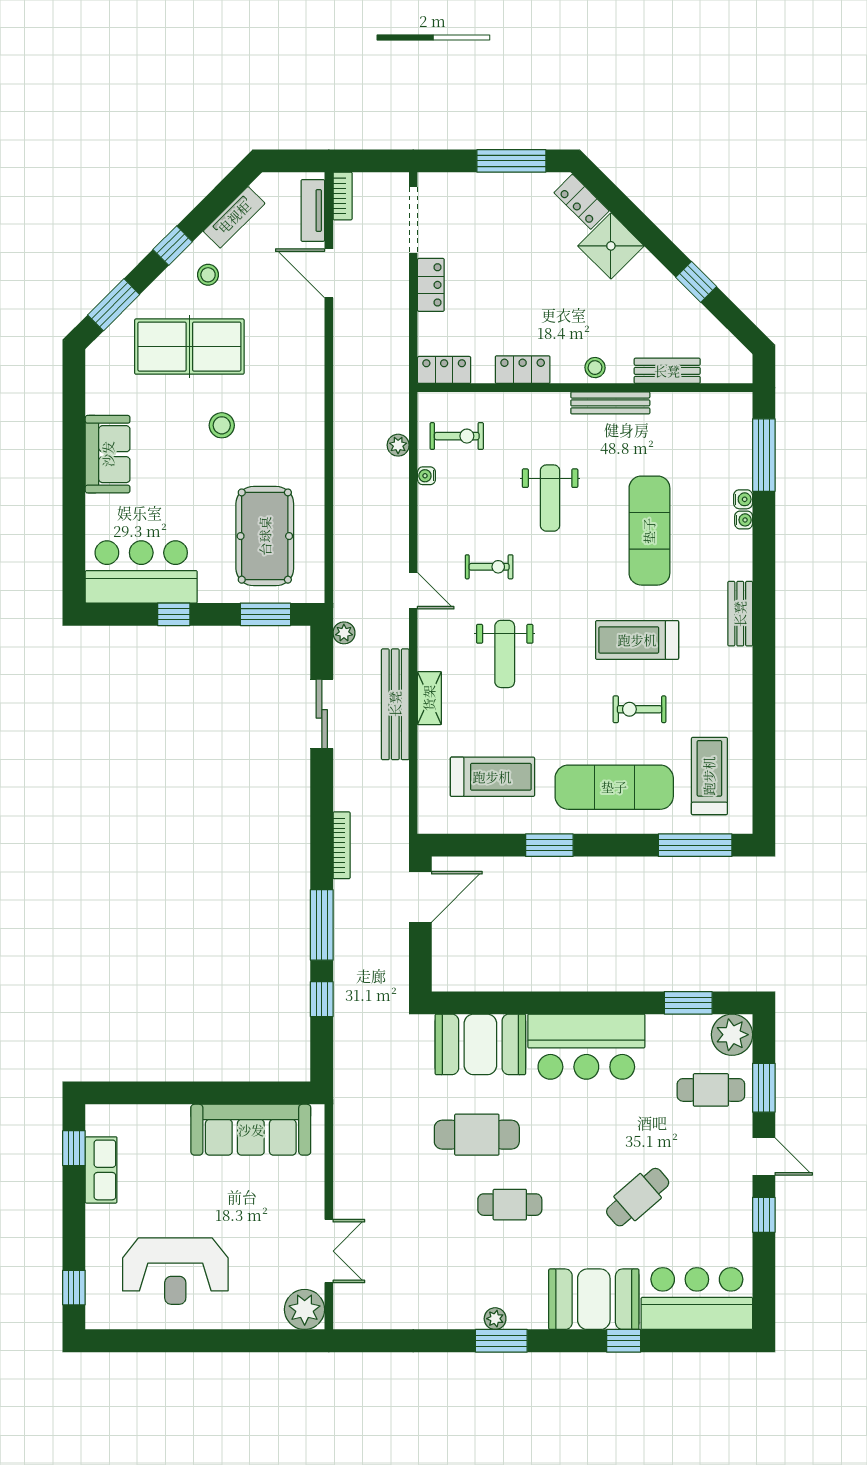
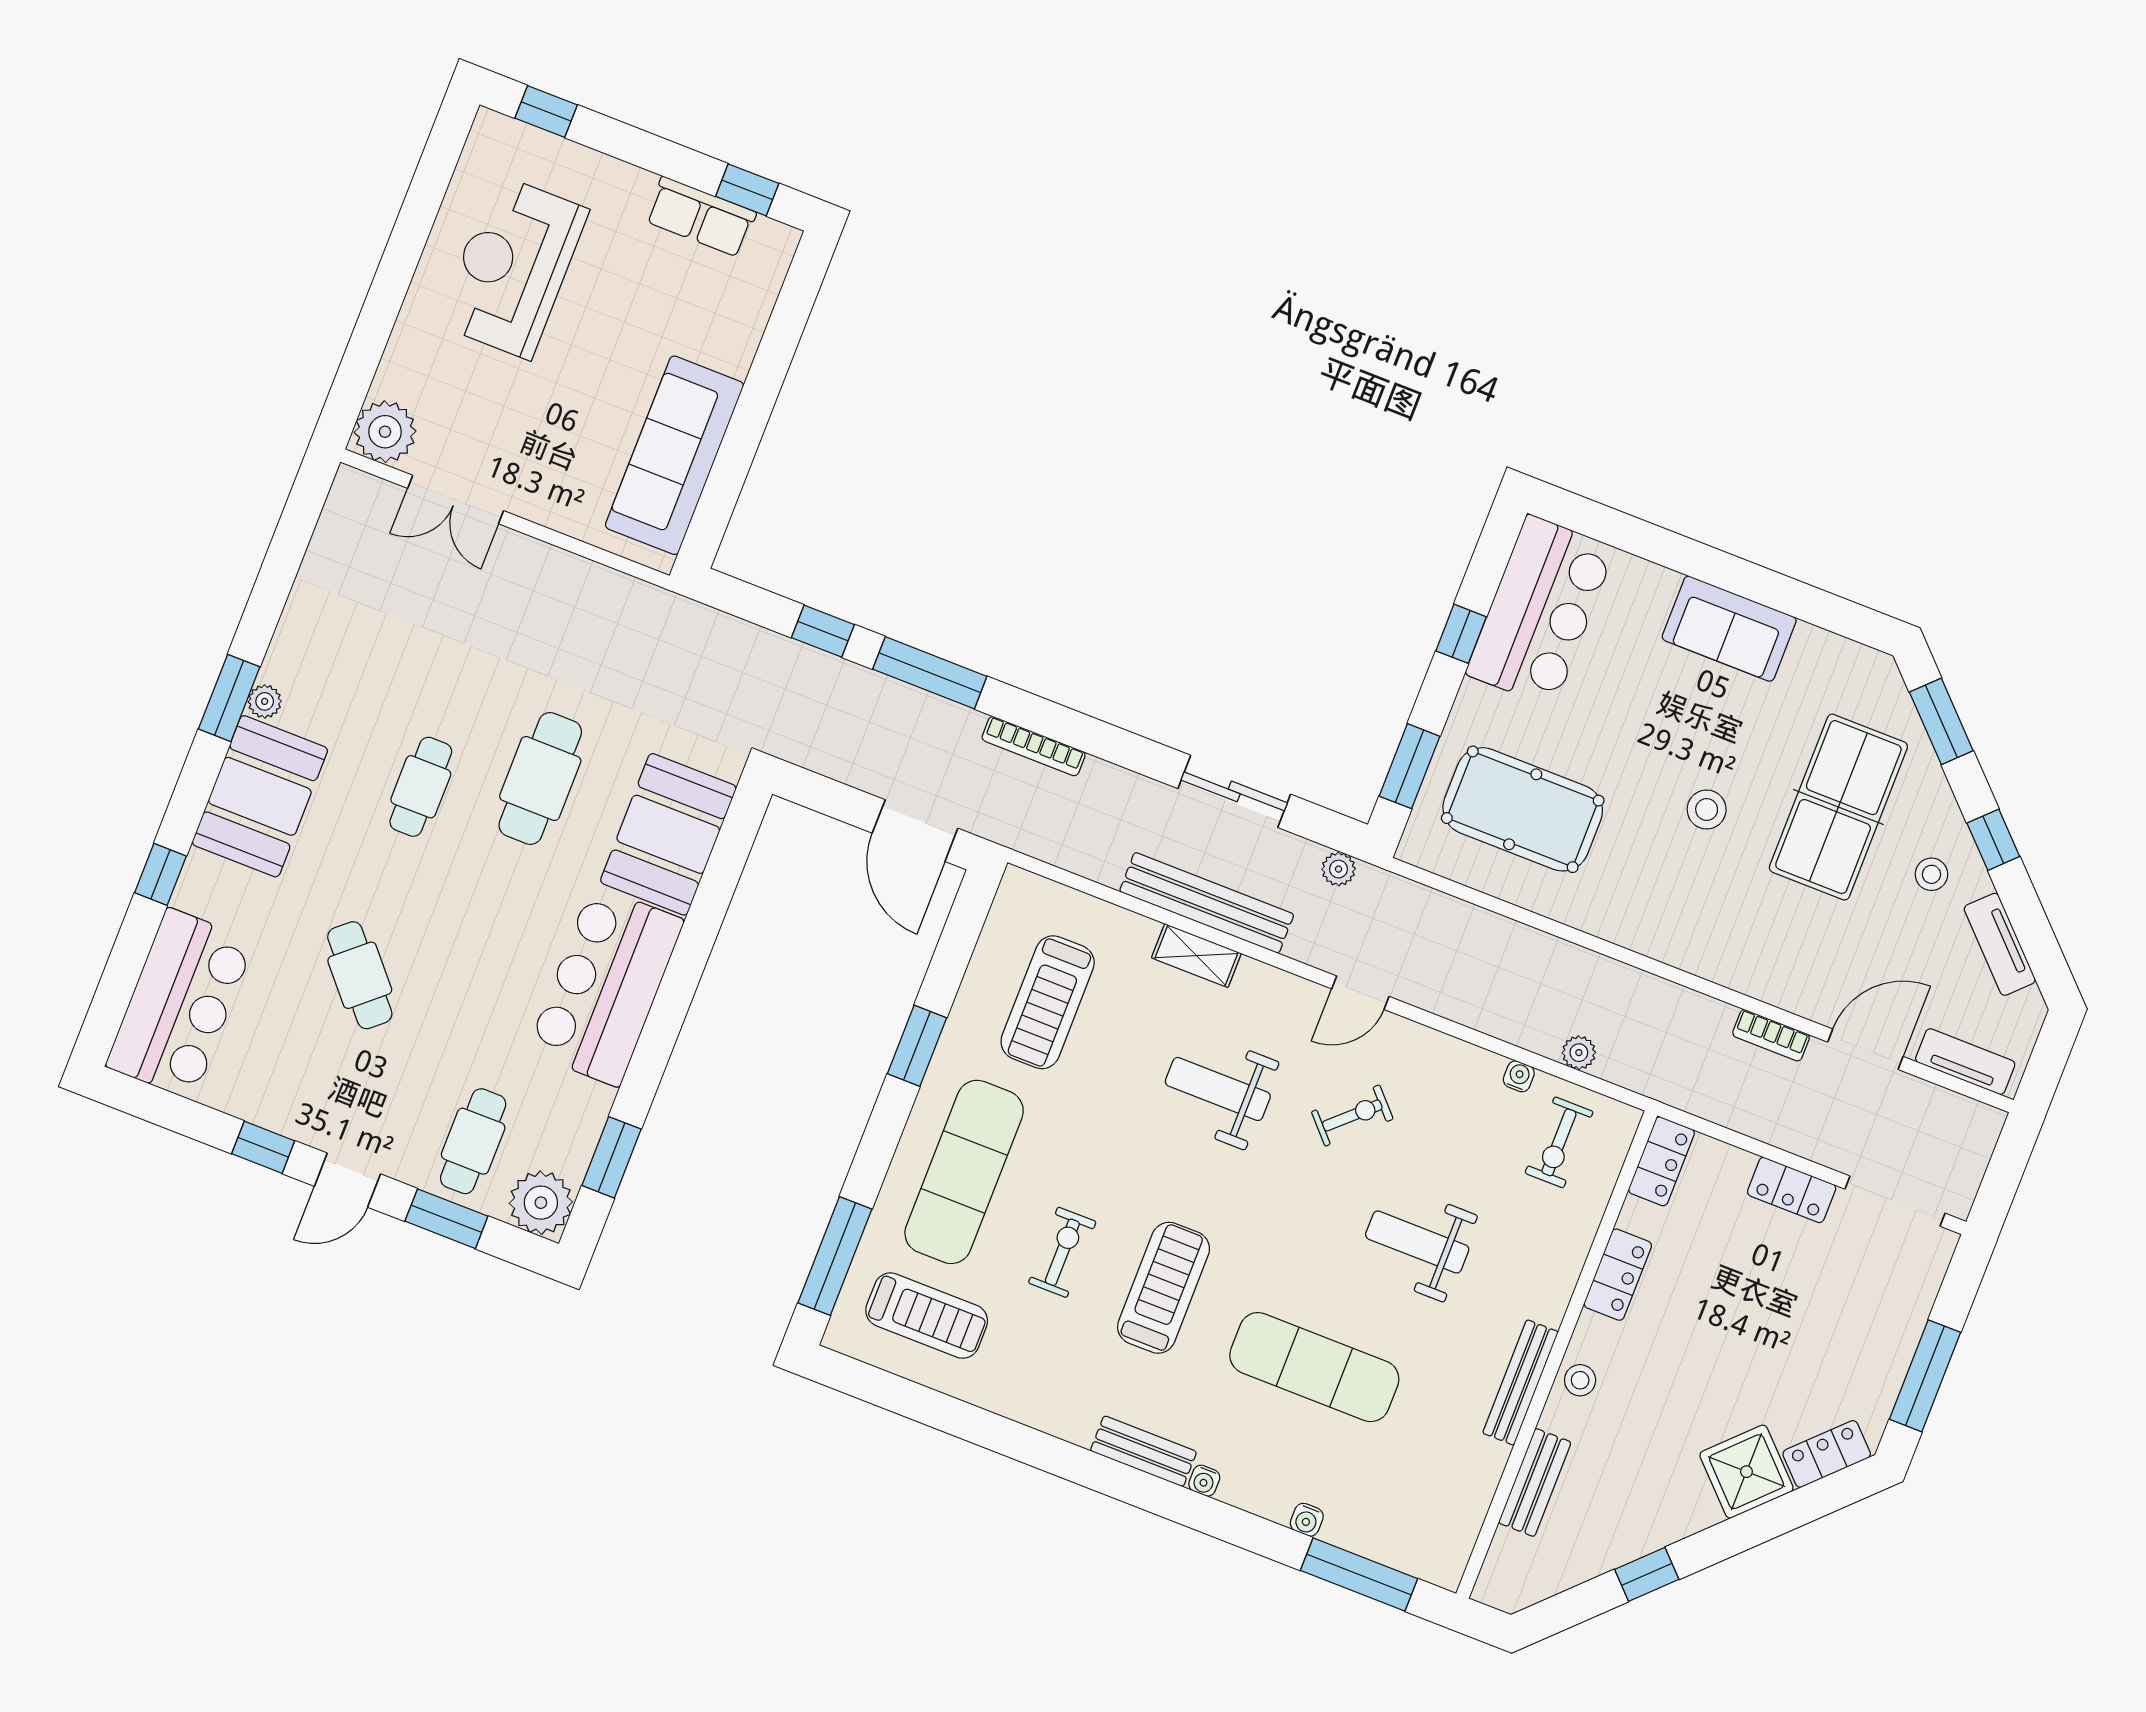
bookcase: (343, 196) -> (1771, 1035), moved
water cooler: (744, 520) -> (1204, 1481), moved
exercise bike: (489, 567) -> (1352, 1115), turned -133
booth: (594, 1299) -> (260, 796), moved

